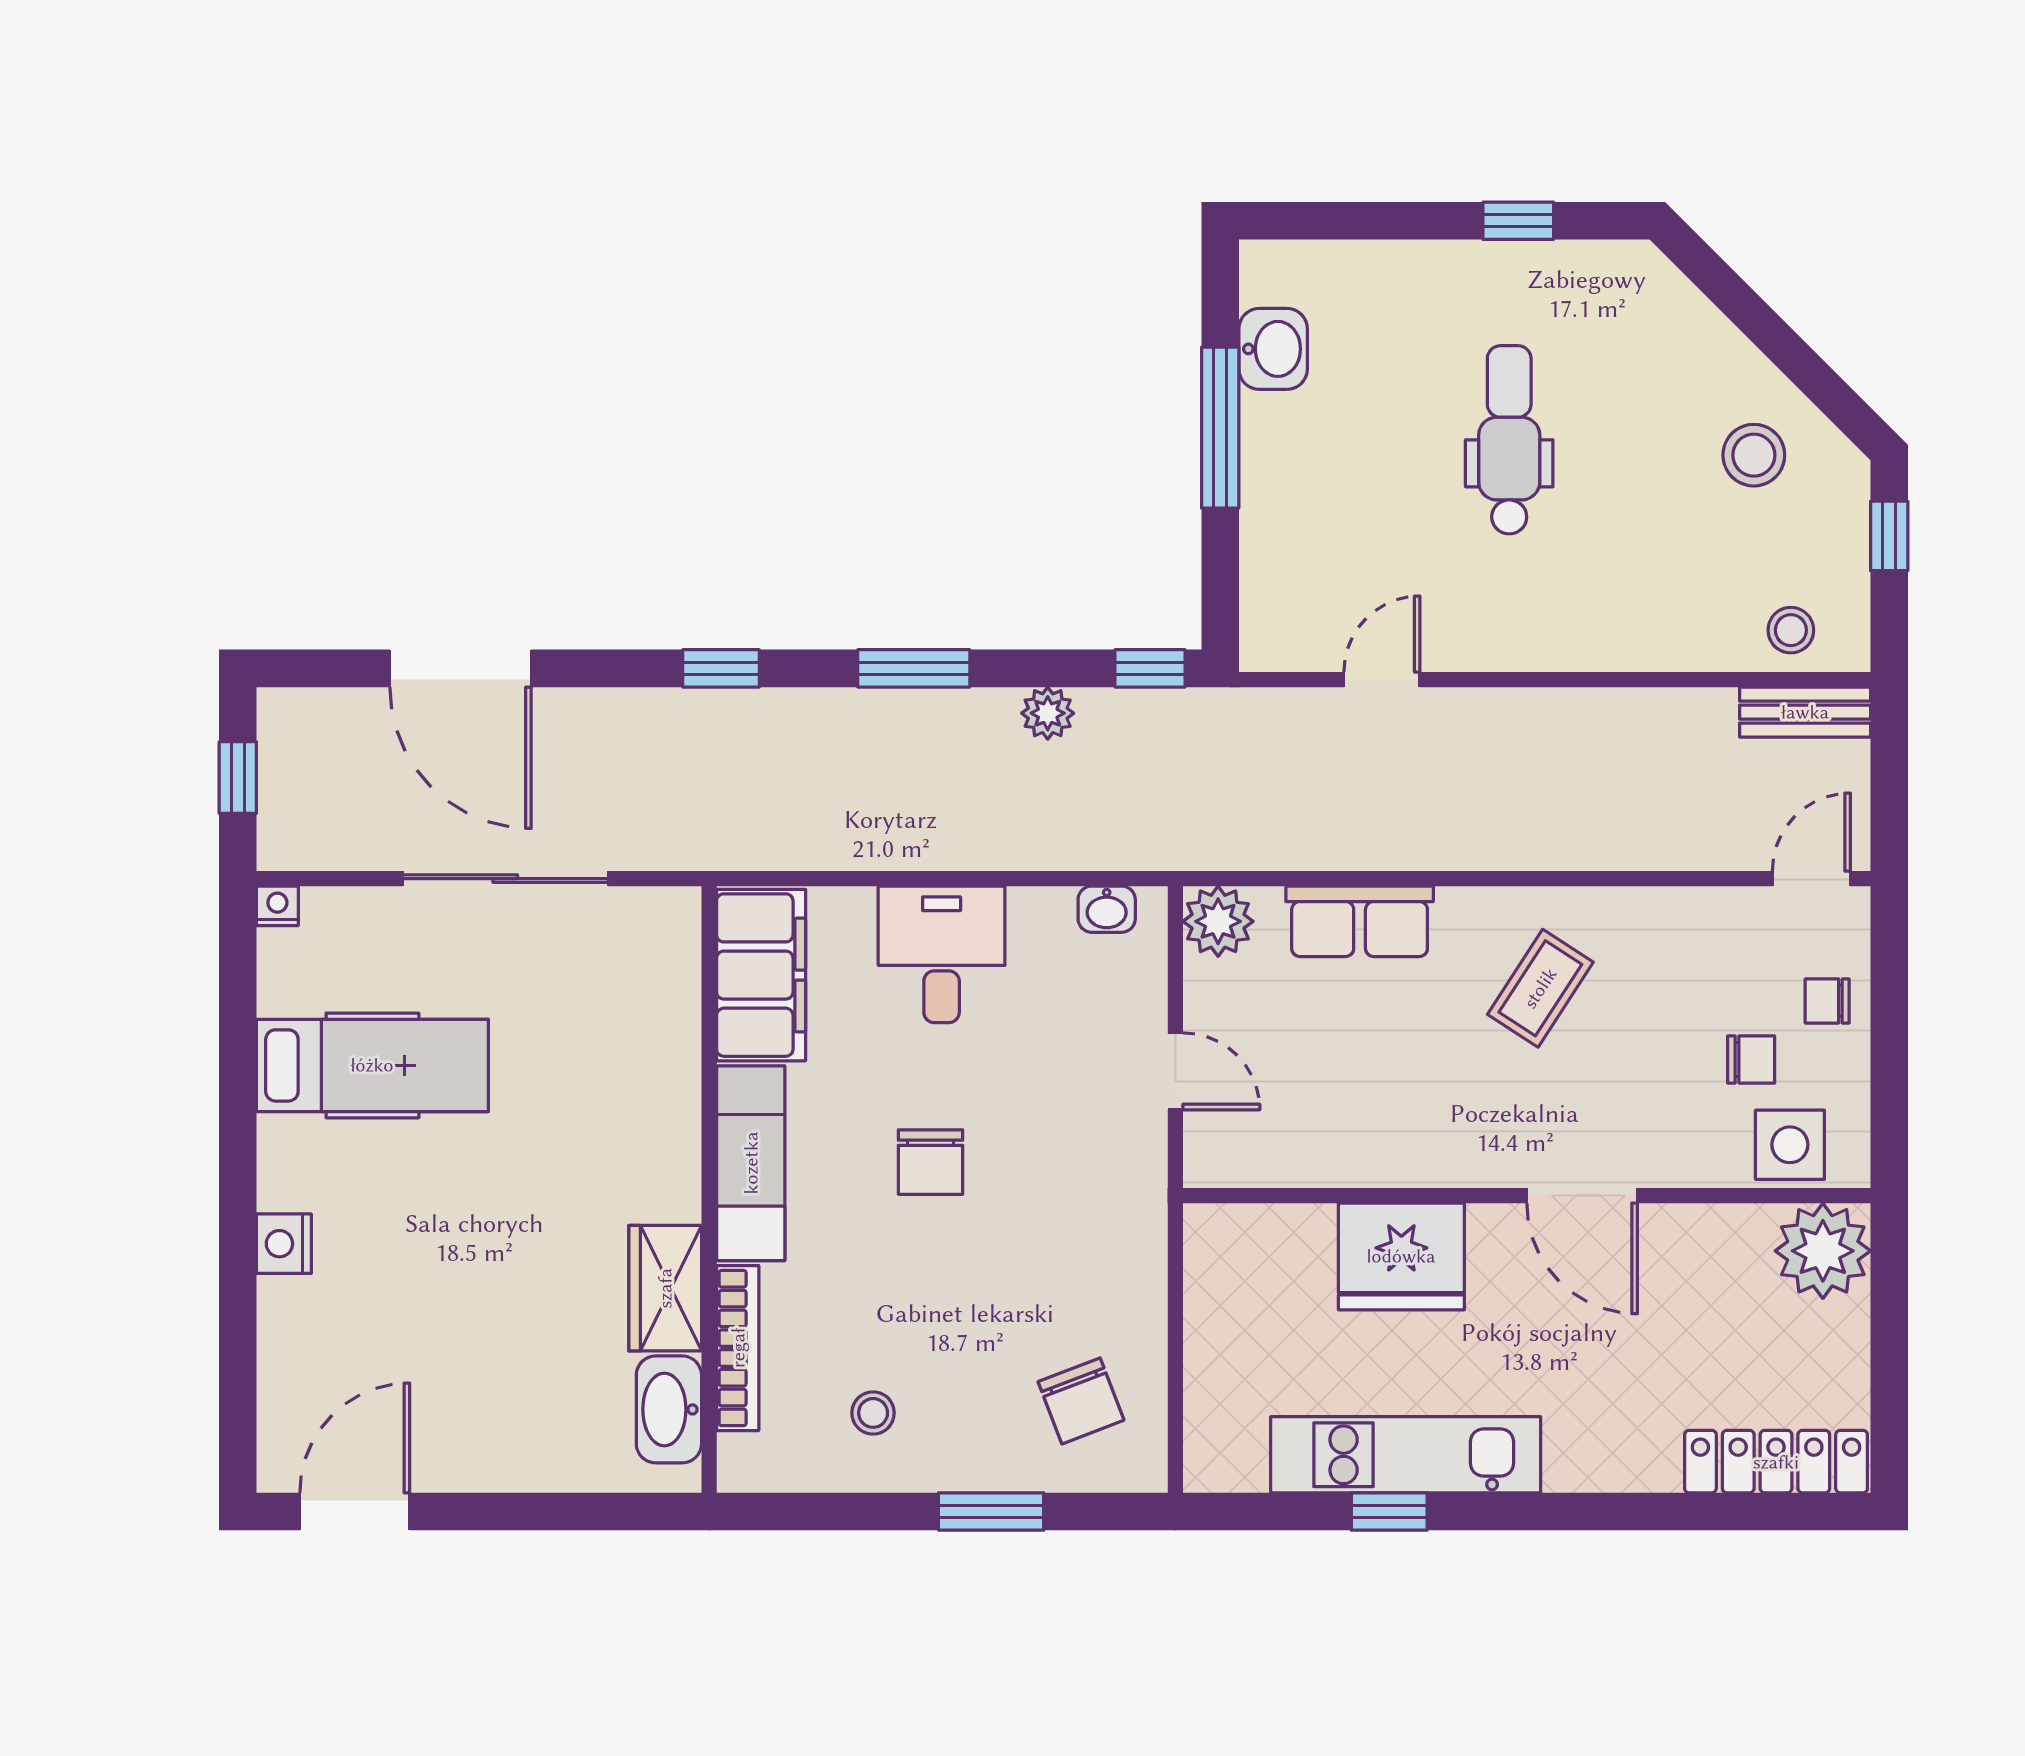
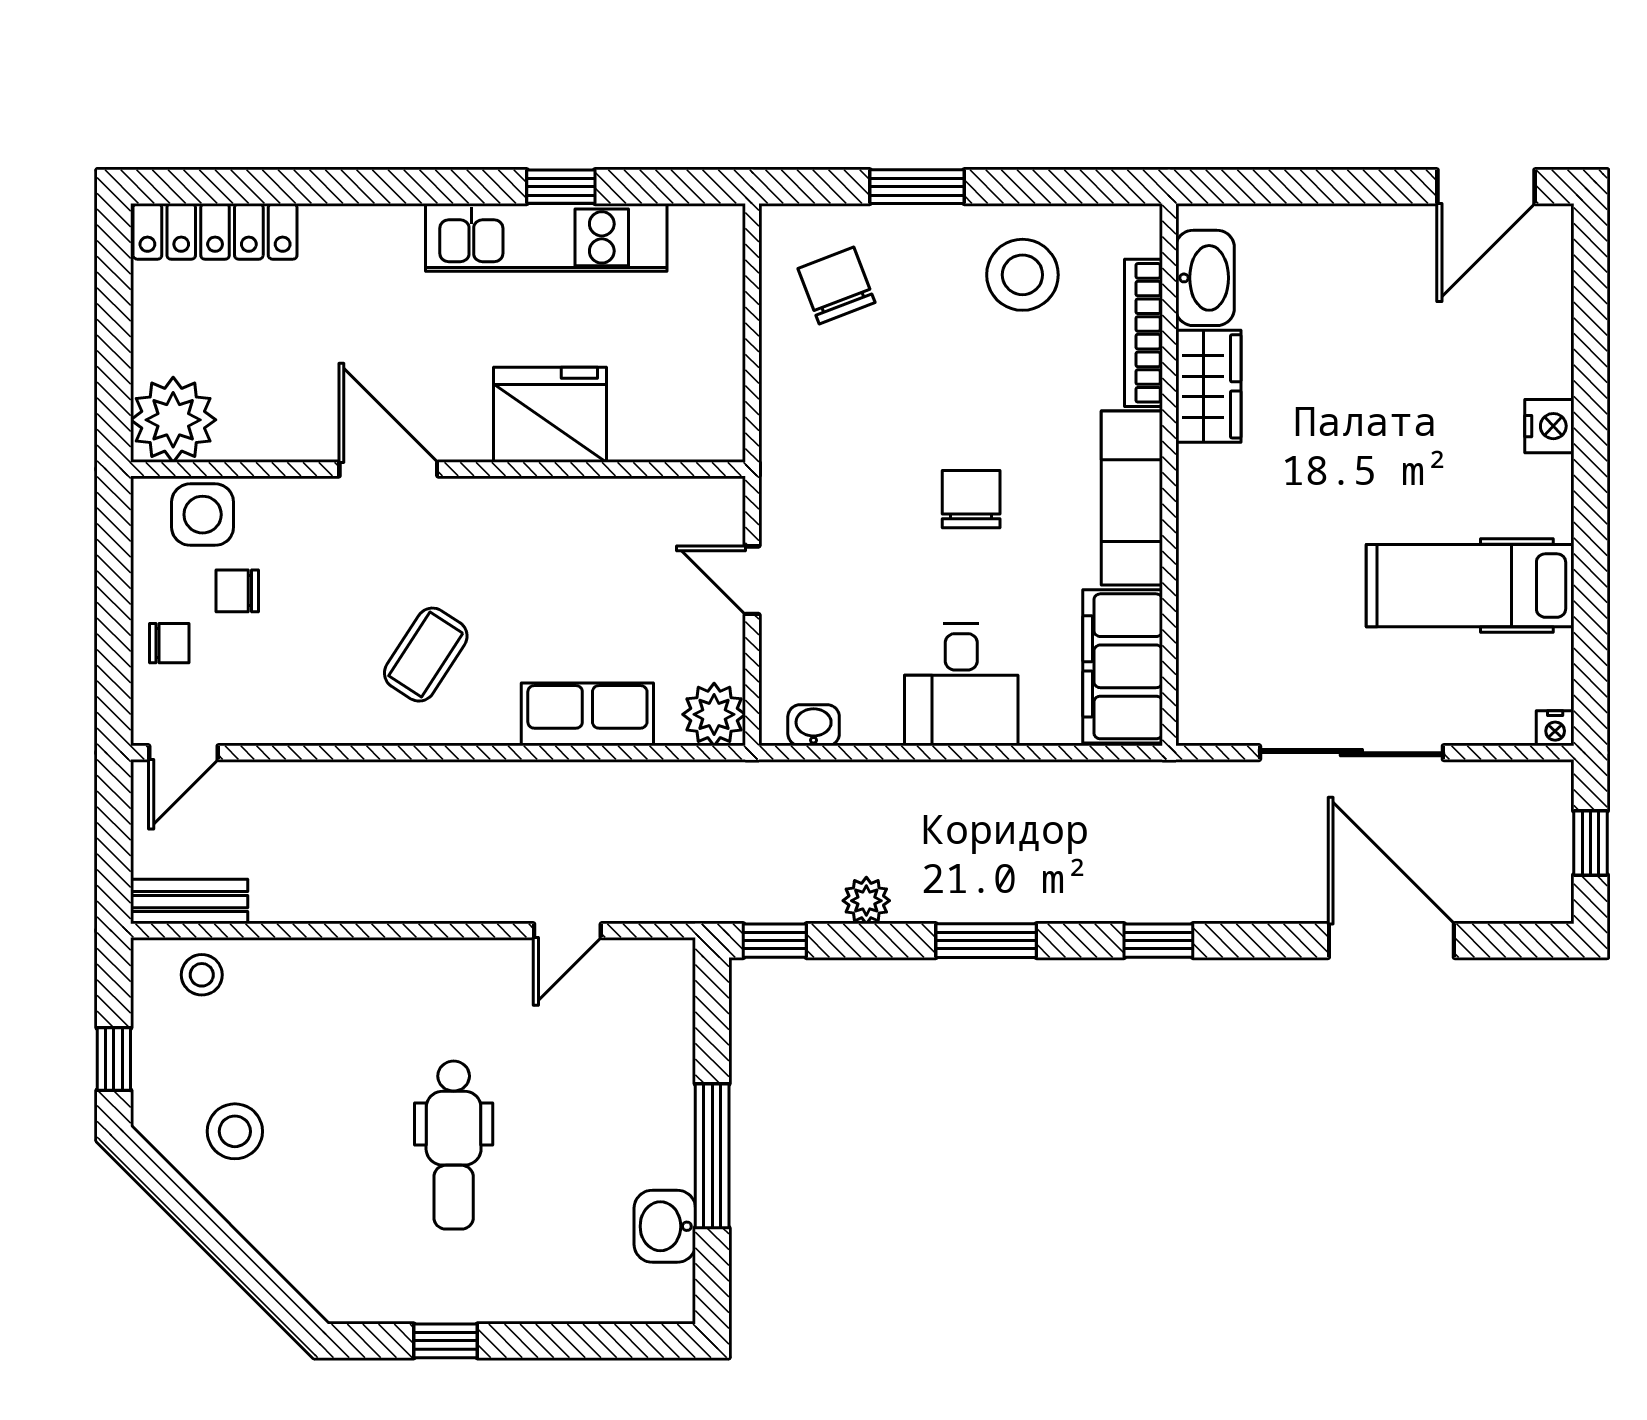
stool: (873, 1413) -> (1022, 275), width x1.89, depth x1.89

